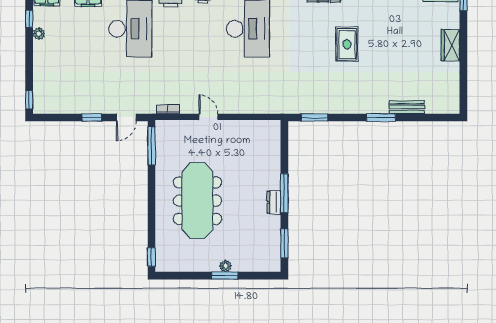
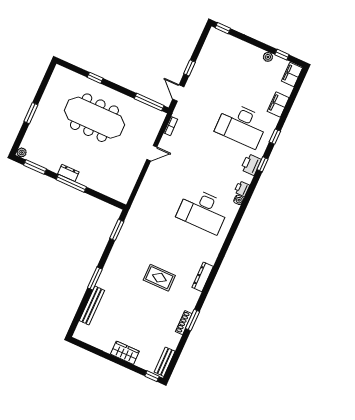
bench: (407, 107) -> (92, 305), width x1.36
window: (152, 257) -> (95, 78), moved
plant: (225, 266) -> (22, 152), moved

